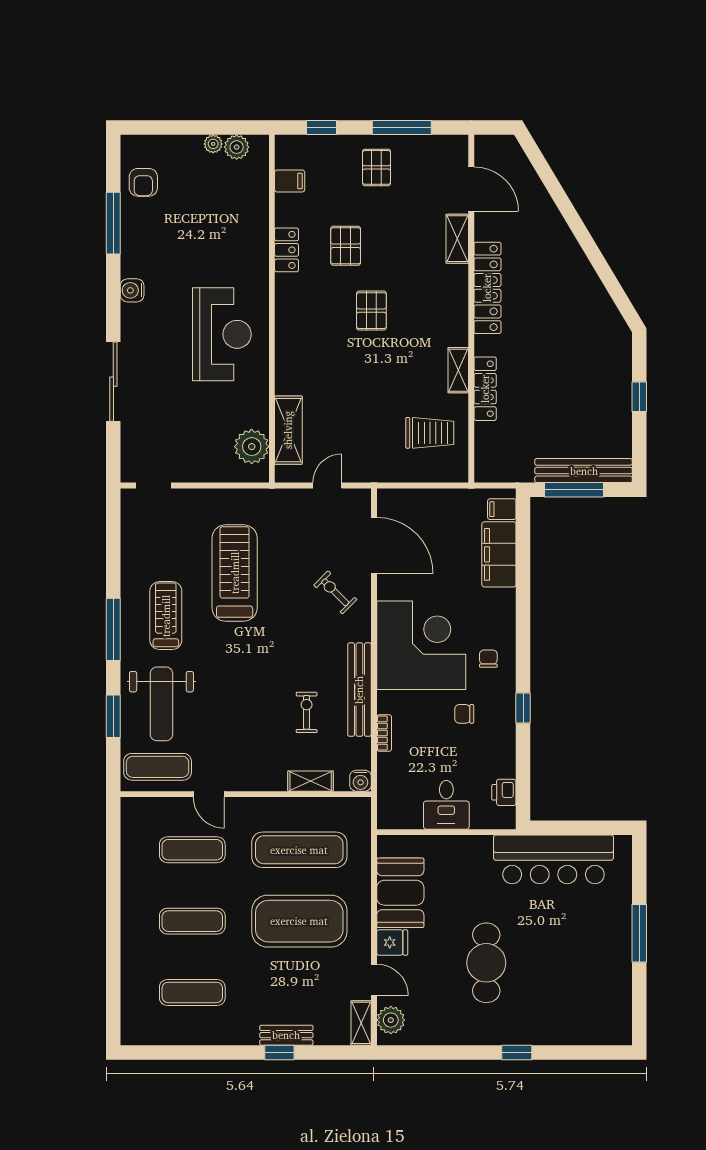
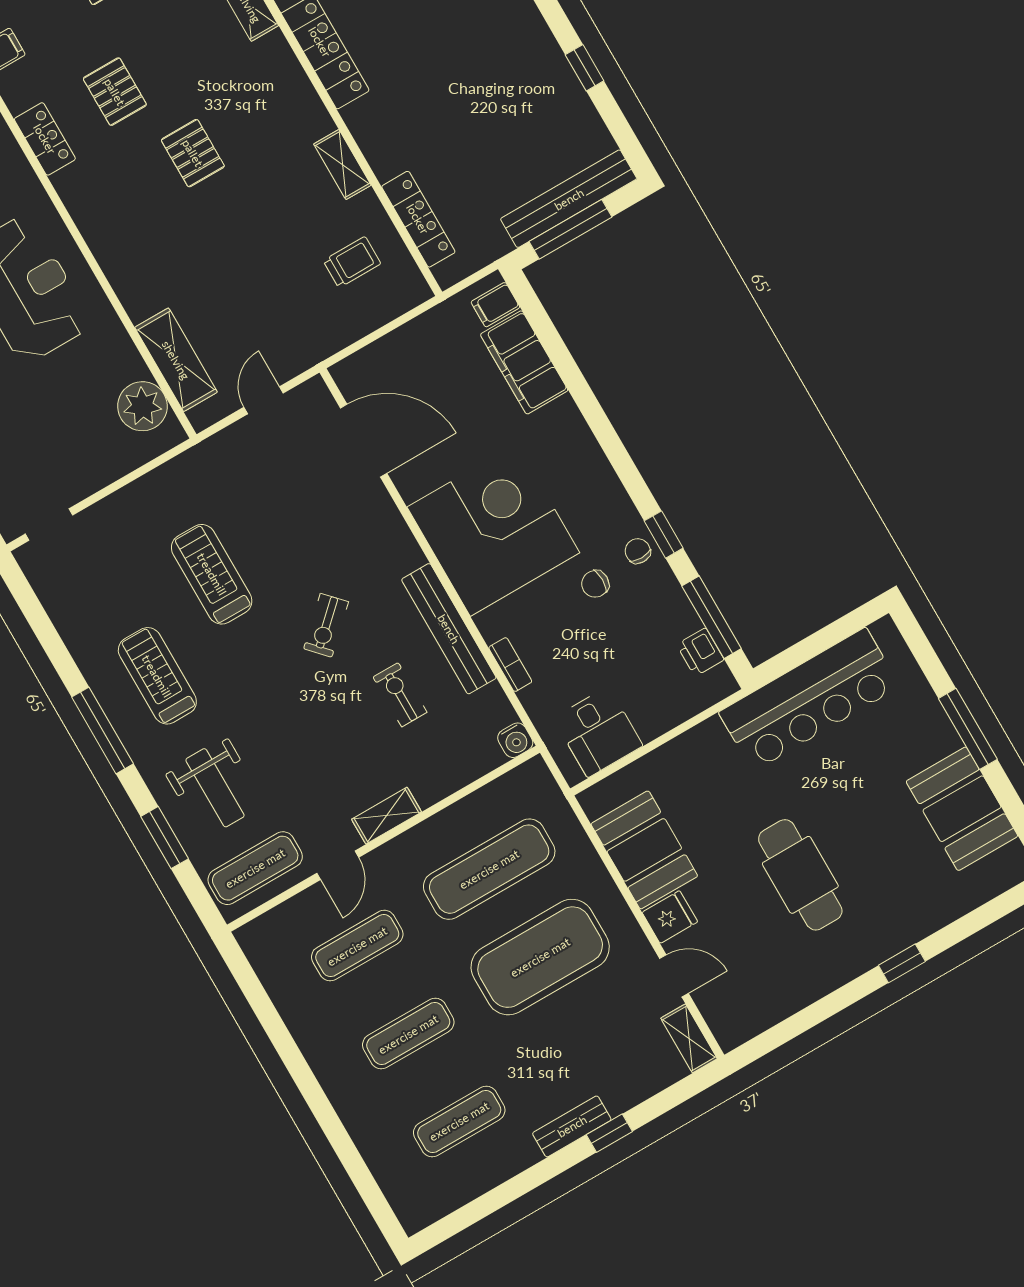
locker: (485, 389) -> (418, 219), moved
trolley: (430, 433) -> (352, 262), width x0.73, depth x0.72
treadmill: (235, 573) -> (212, 574), width x0.73, depth x0.73
exercise bike: (335, 592) -> (326, 625), moved, turned -88
chair: (488, 659) -> (638, 551), moved
weight bench: (161, 704) -> (215, 788), width x0.73, depth x0.75
window: (523, 775) -> (712, 617), added
shelving: (311, 781) -> (387, 816), moved
door: (209, 794) -> (338, 865), hinge flipped
desk: (446, 805) -> (598, 732), moved
booth: (608, 980) -> (962, 809), added
plant: (391, 1020) -> (724, 1014), removed
bench: (286, 1035) -> (572, 1126), moved

